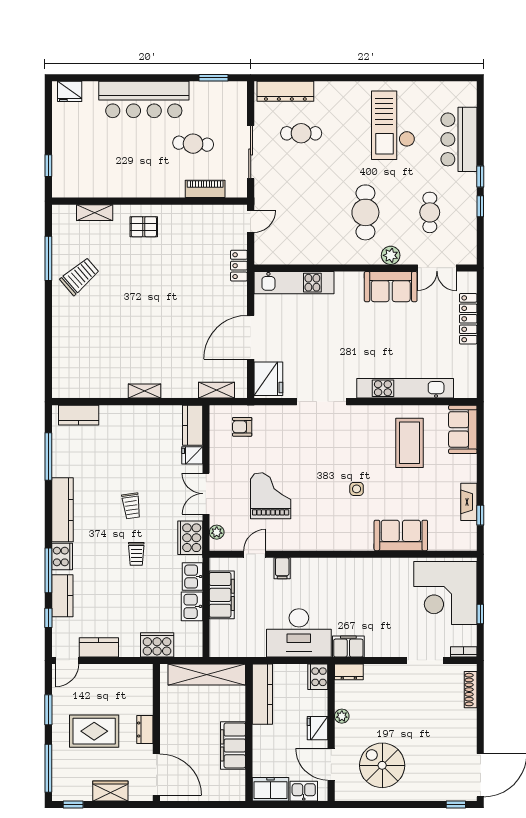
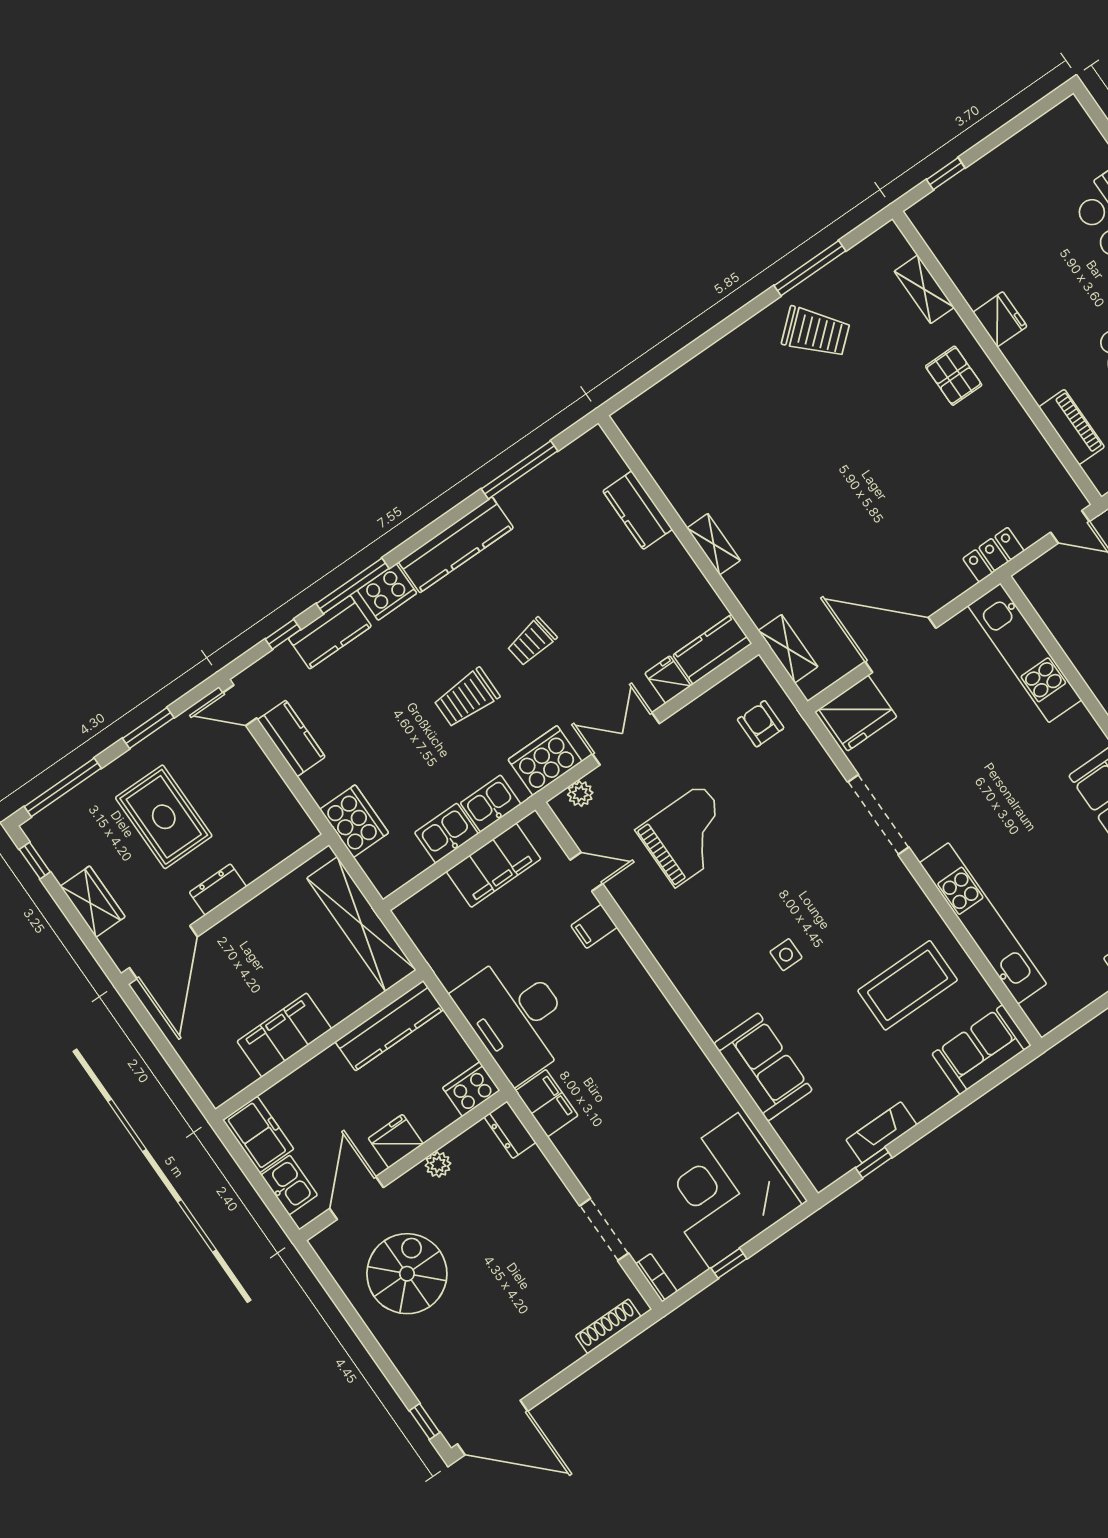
fridge: (70, 91) -> (1000, 319), moved, turned 180
kitchen counter: (79, 415) -> (638, 510), moved
trolley: (136, 554) -> (467, 698), width x1.36, depth x1.39

